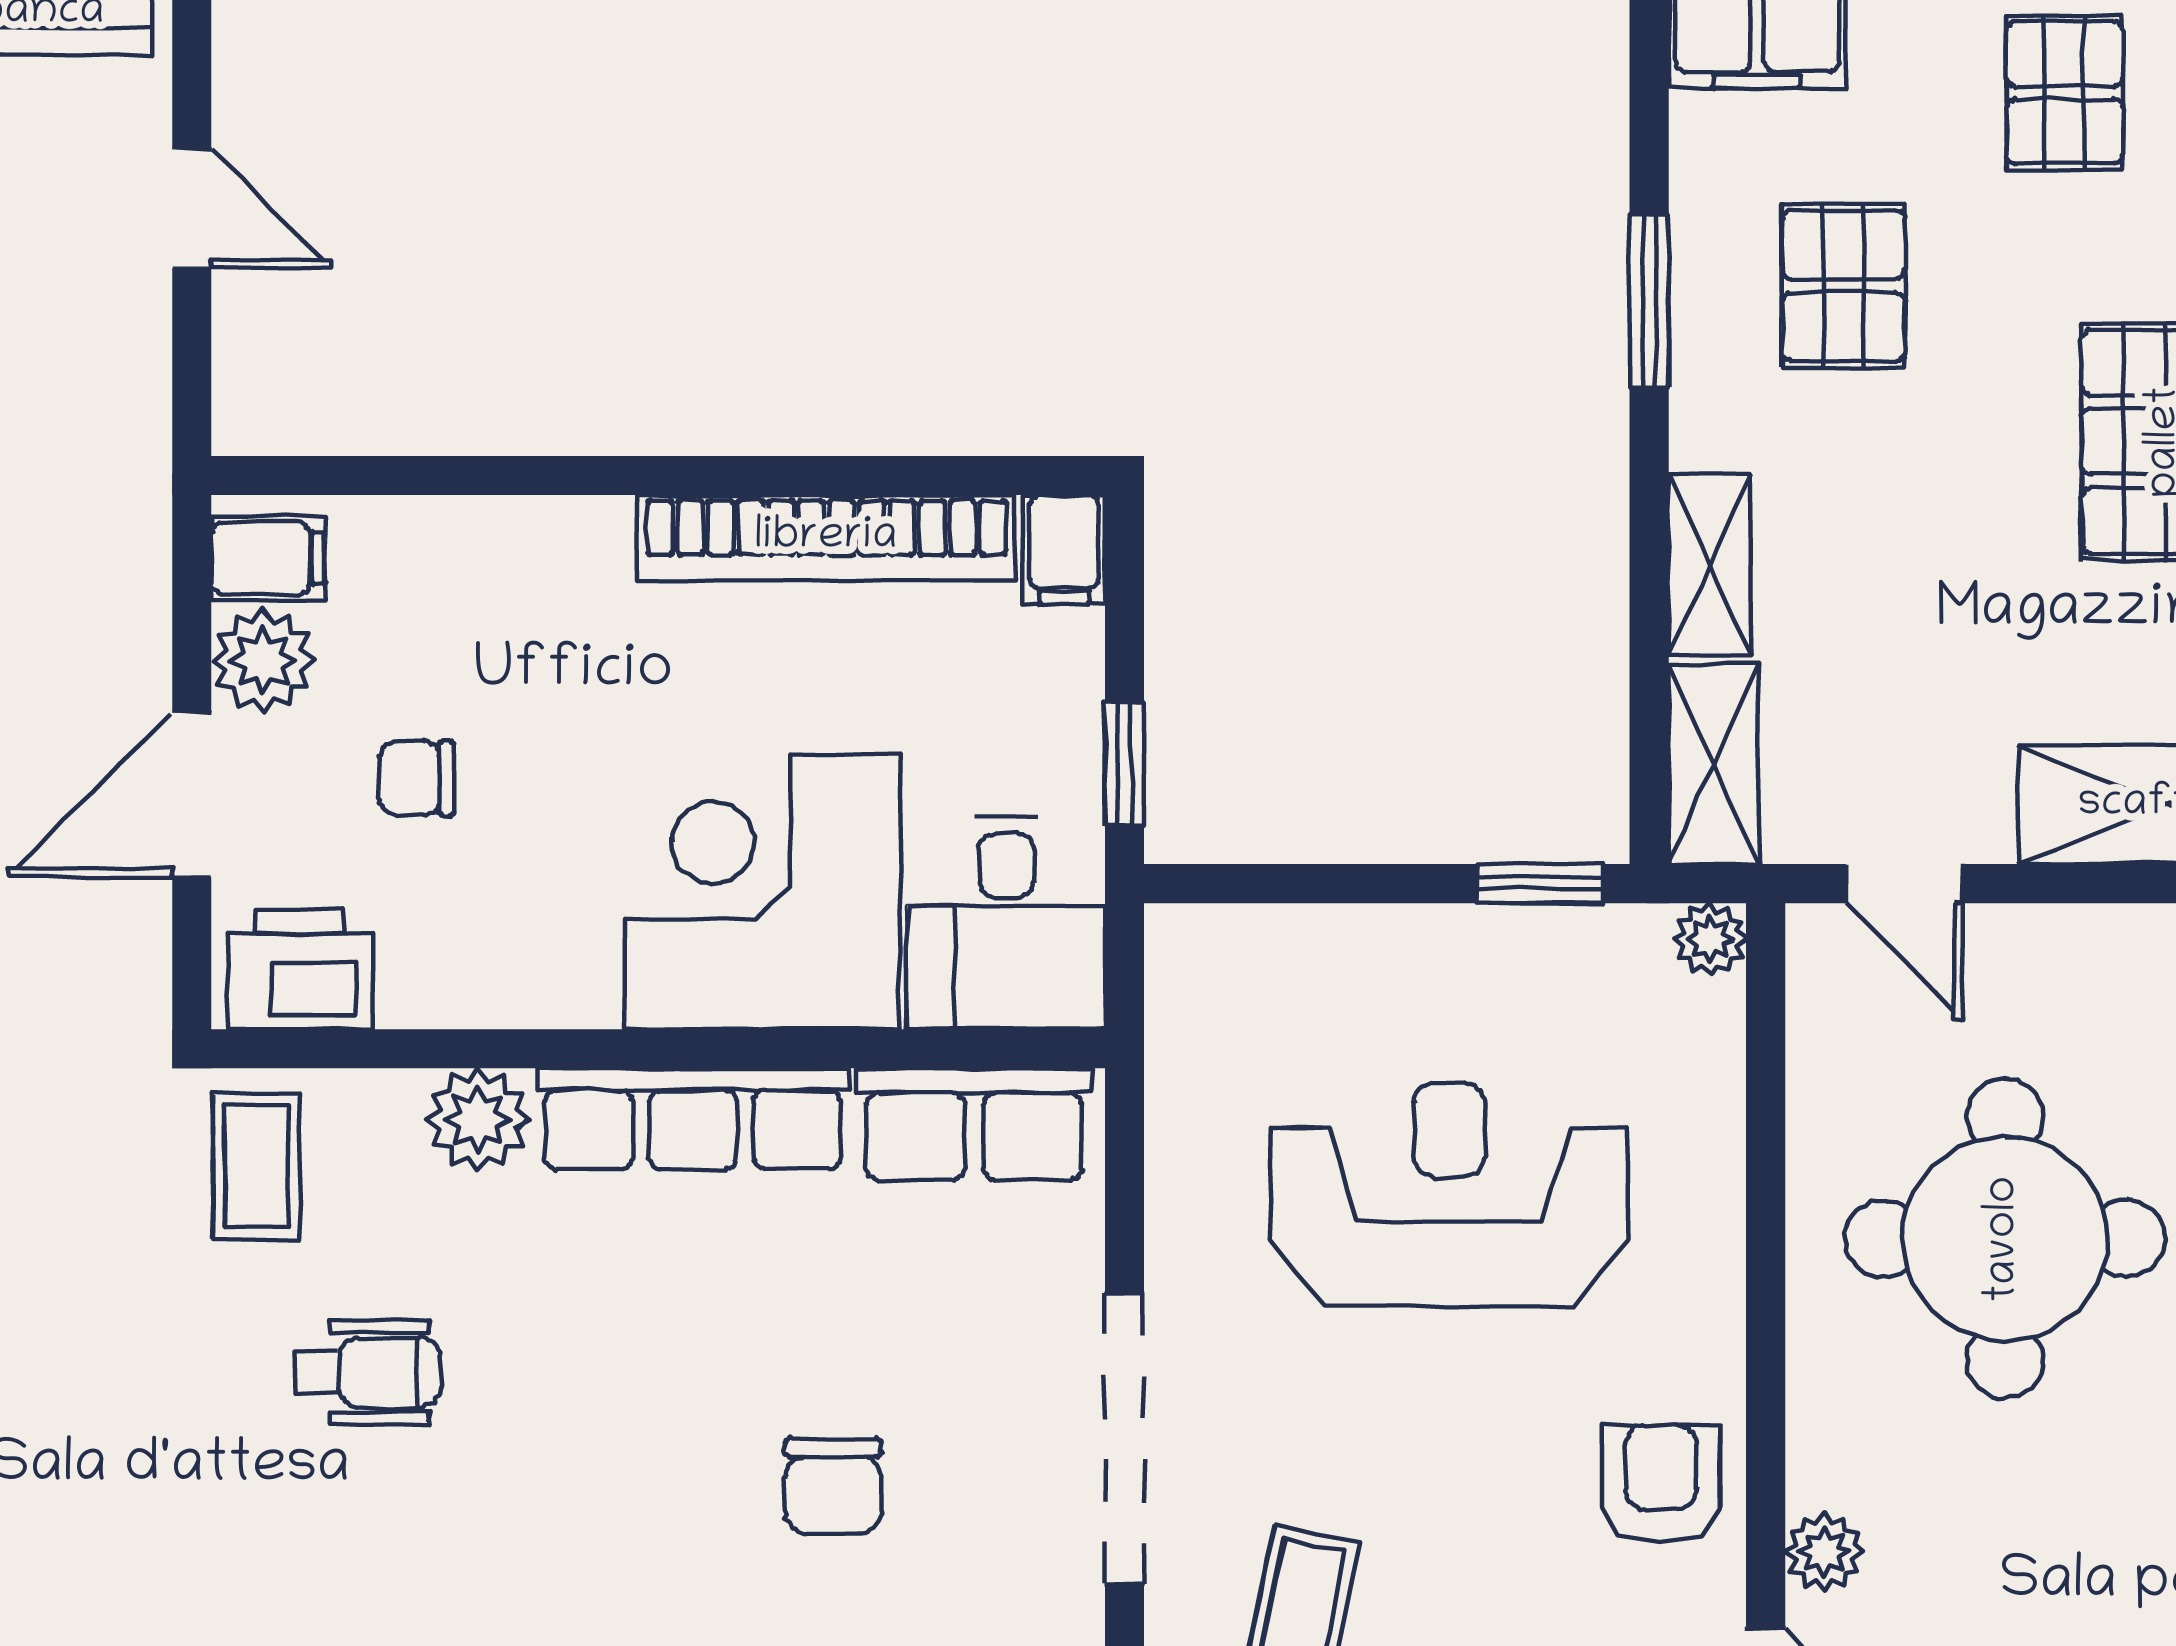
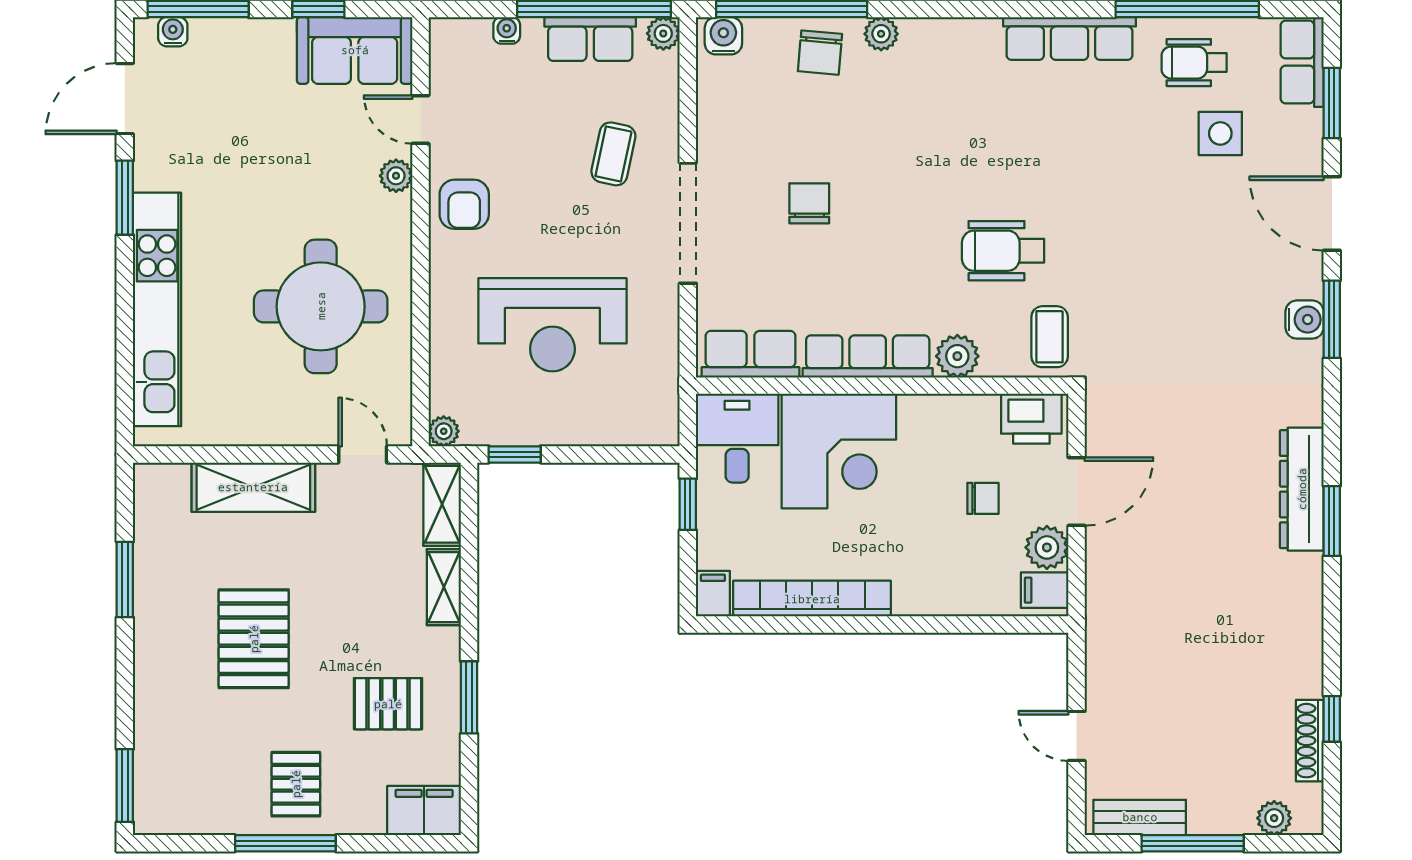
pallet: (1843, 286) -> (388, 704), turned 90
wheelchair: (368, 1372) -> (1003, 251), width x1.36, depth x1.37

